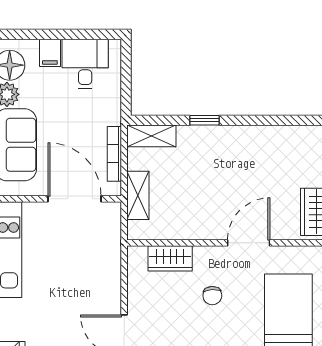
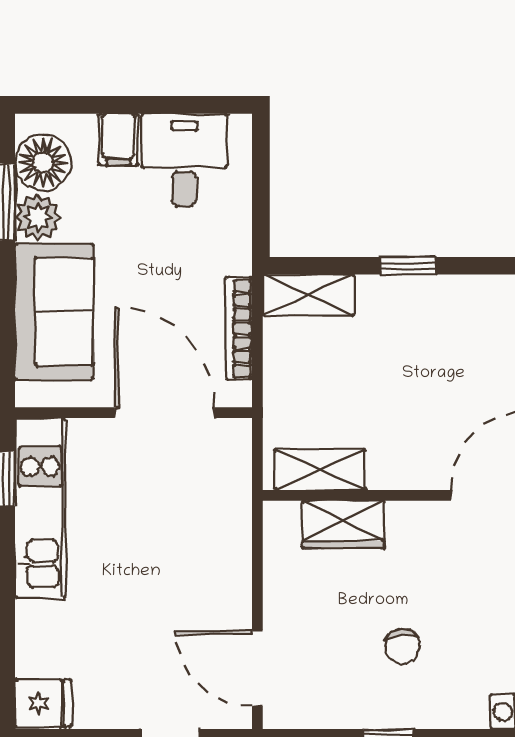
shelving: (138, 195) -> (320, 470), moved, turned 90
chair: (212, 296) -> (402, 646), moved

